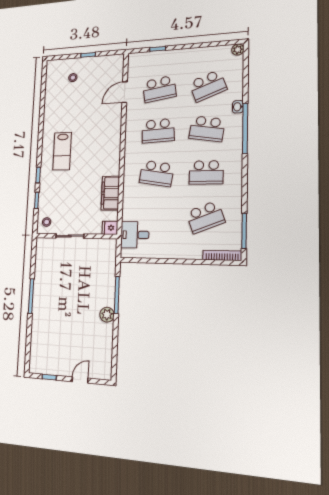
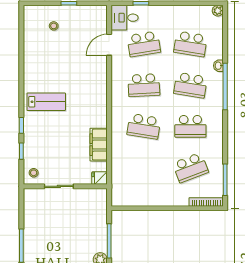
school desk: (208, 86) -> (190, 44), turned 30
lab bench: (62, 151) -> (46, 102), turned -90
desk: (135, 235) -> (125, 18), moved

